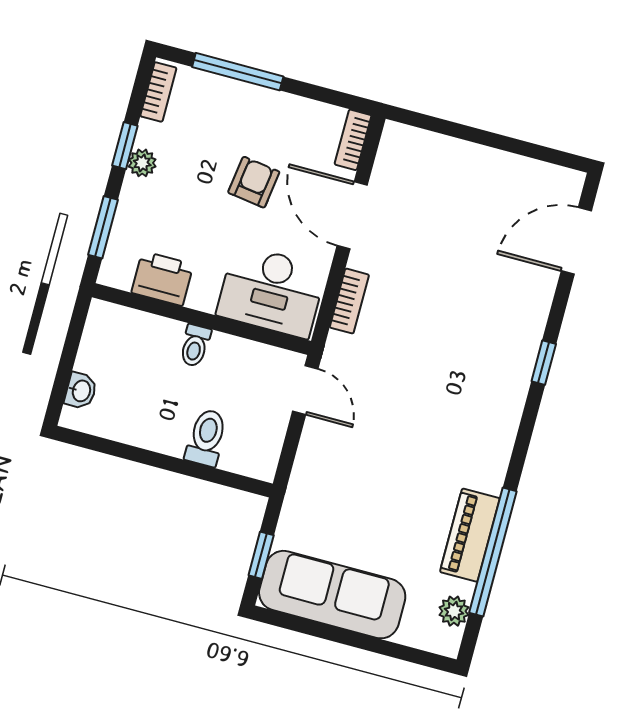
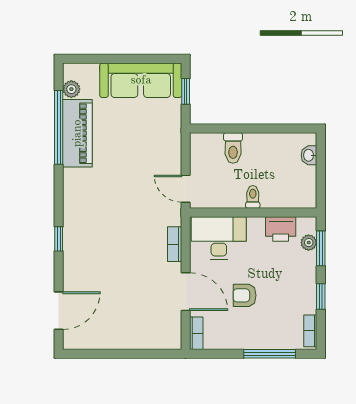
plant: (142, 163) -> (309, 243), moved
armchair: (254, 182) -> (245, 295), turned 82
piano: (470, 535) -> (77, 133), width x1.37, depth x1.33

